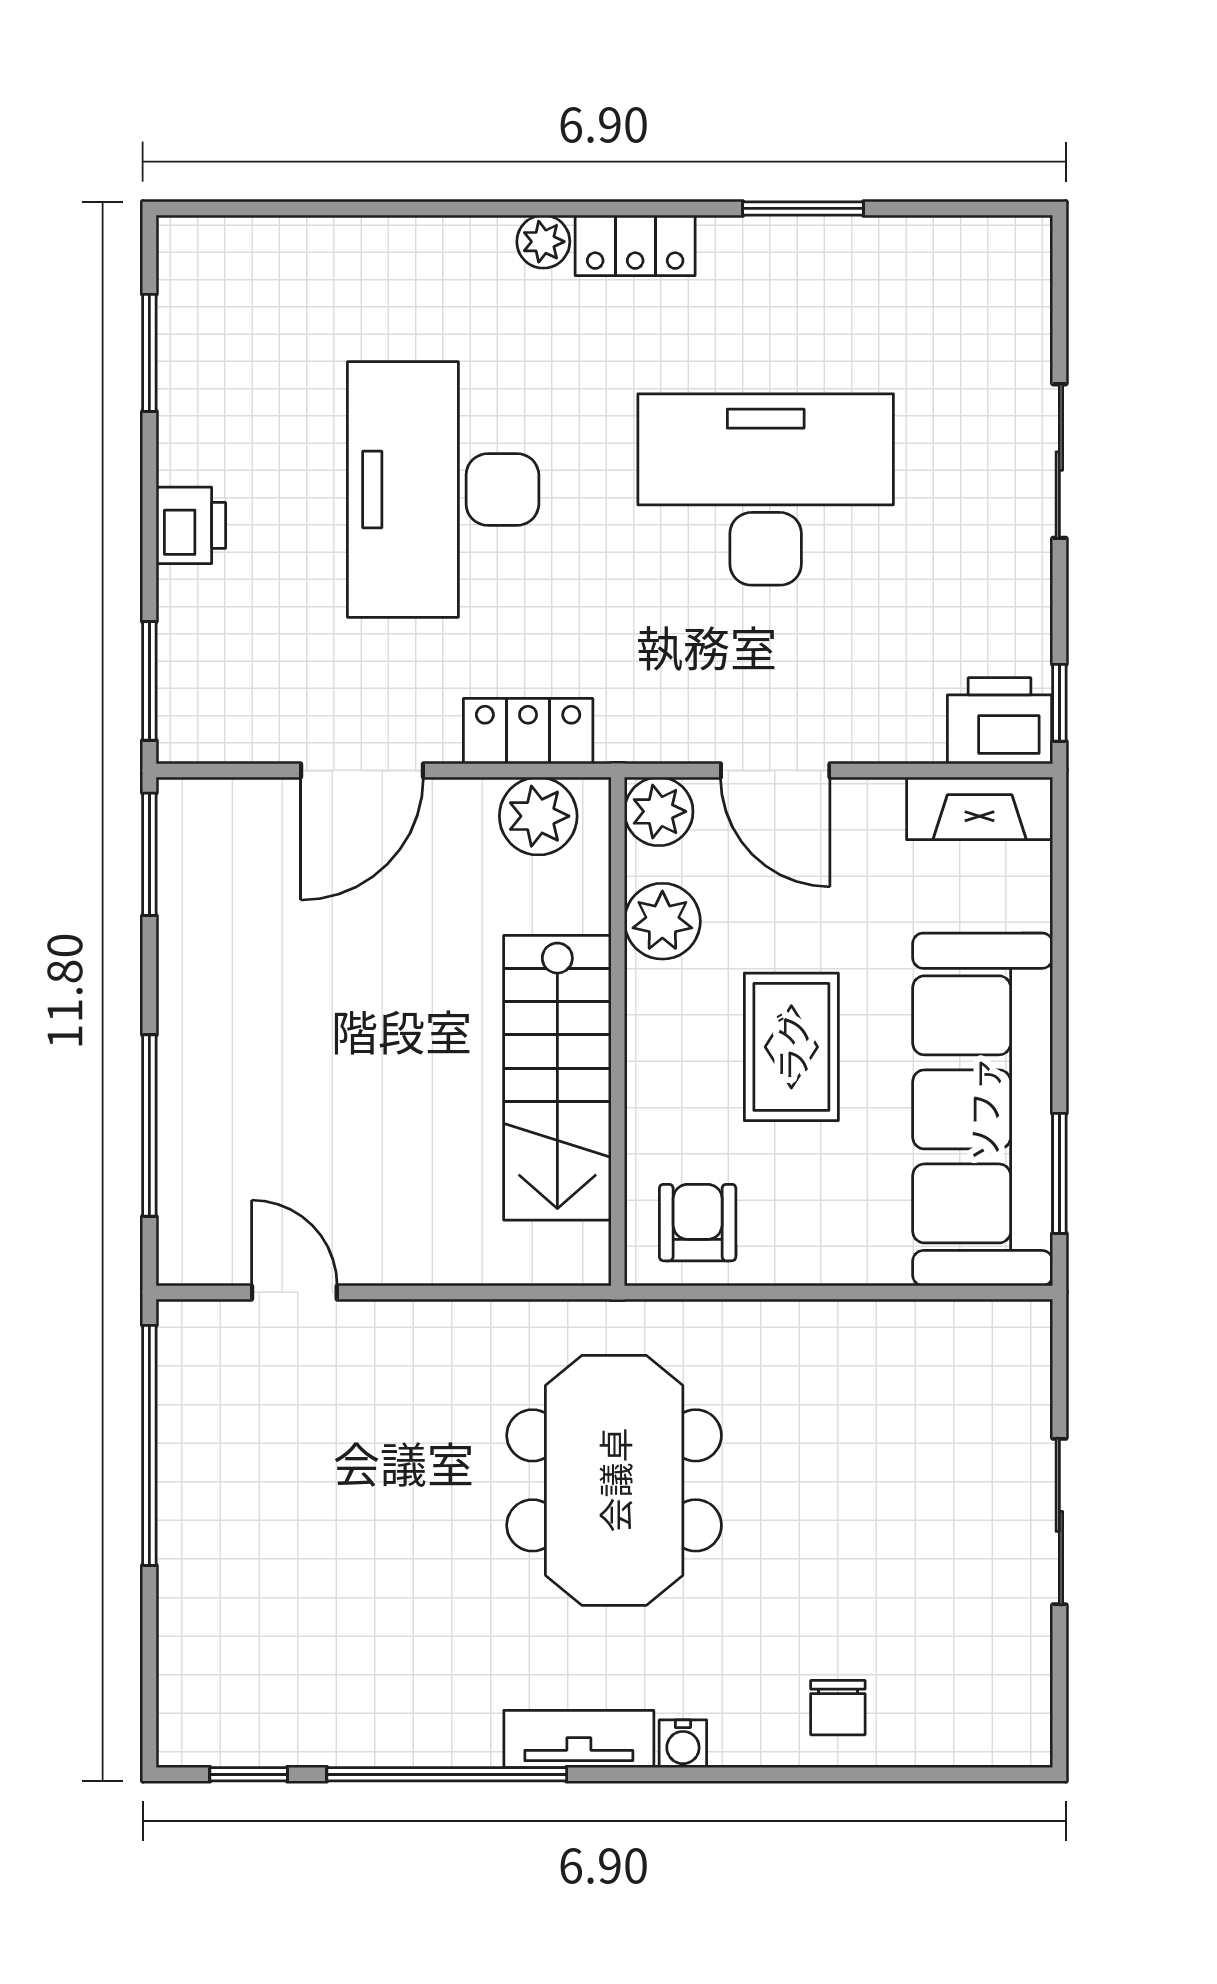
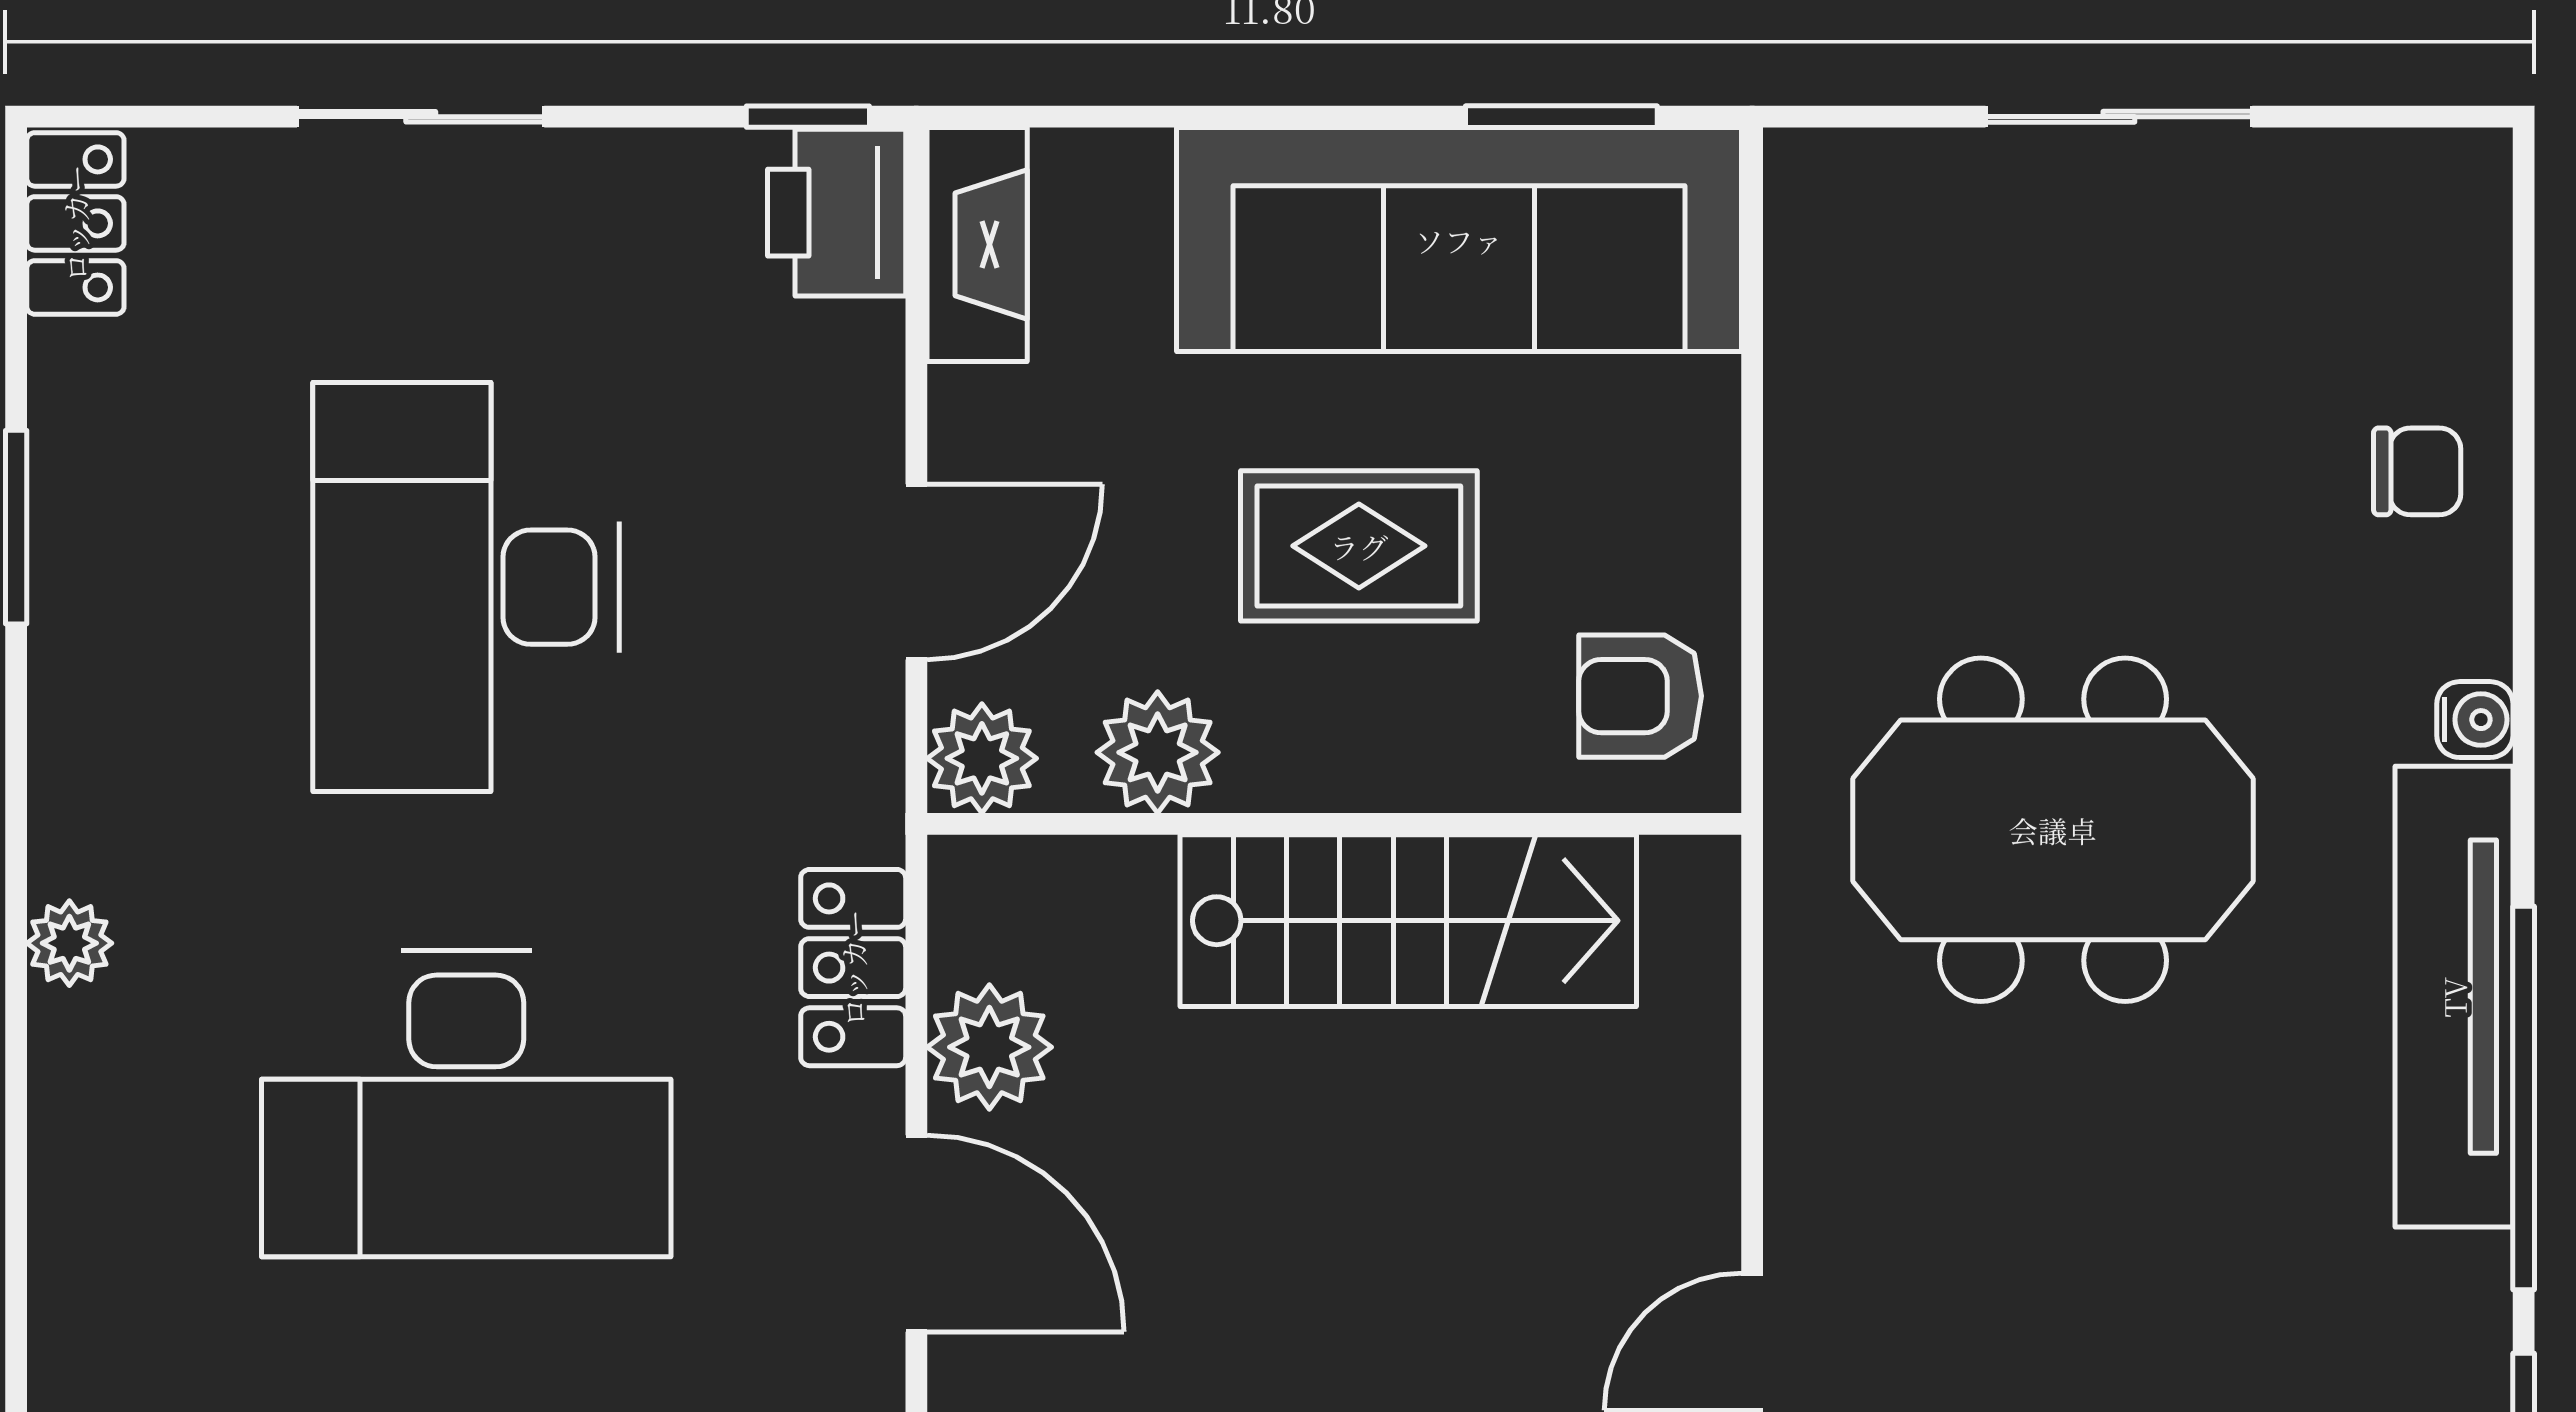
locker: (635, 245) -> (75, 223), moved
plant: (538, 816) -> (989, 1047), moved
tv unit: (579, 1739) -> (2454, 997), width x1.92, depth x1.29

